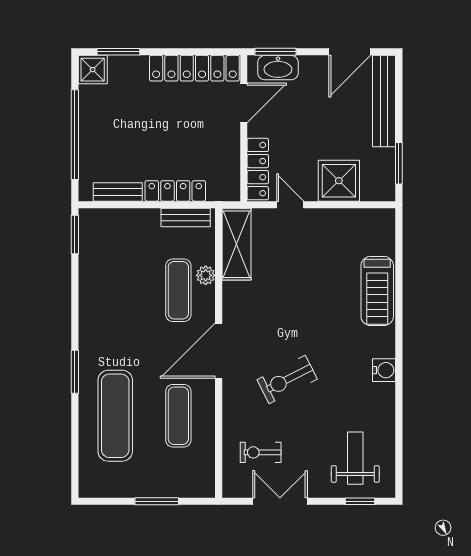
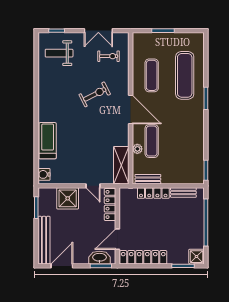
door: (219, 351) -> (131, 109), hinge flipped
water cooler: (384, 370) -> (44, 174), moved
weight bench: (355, 458) -> (59, 53), turned 90

